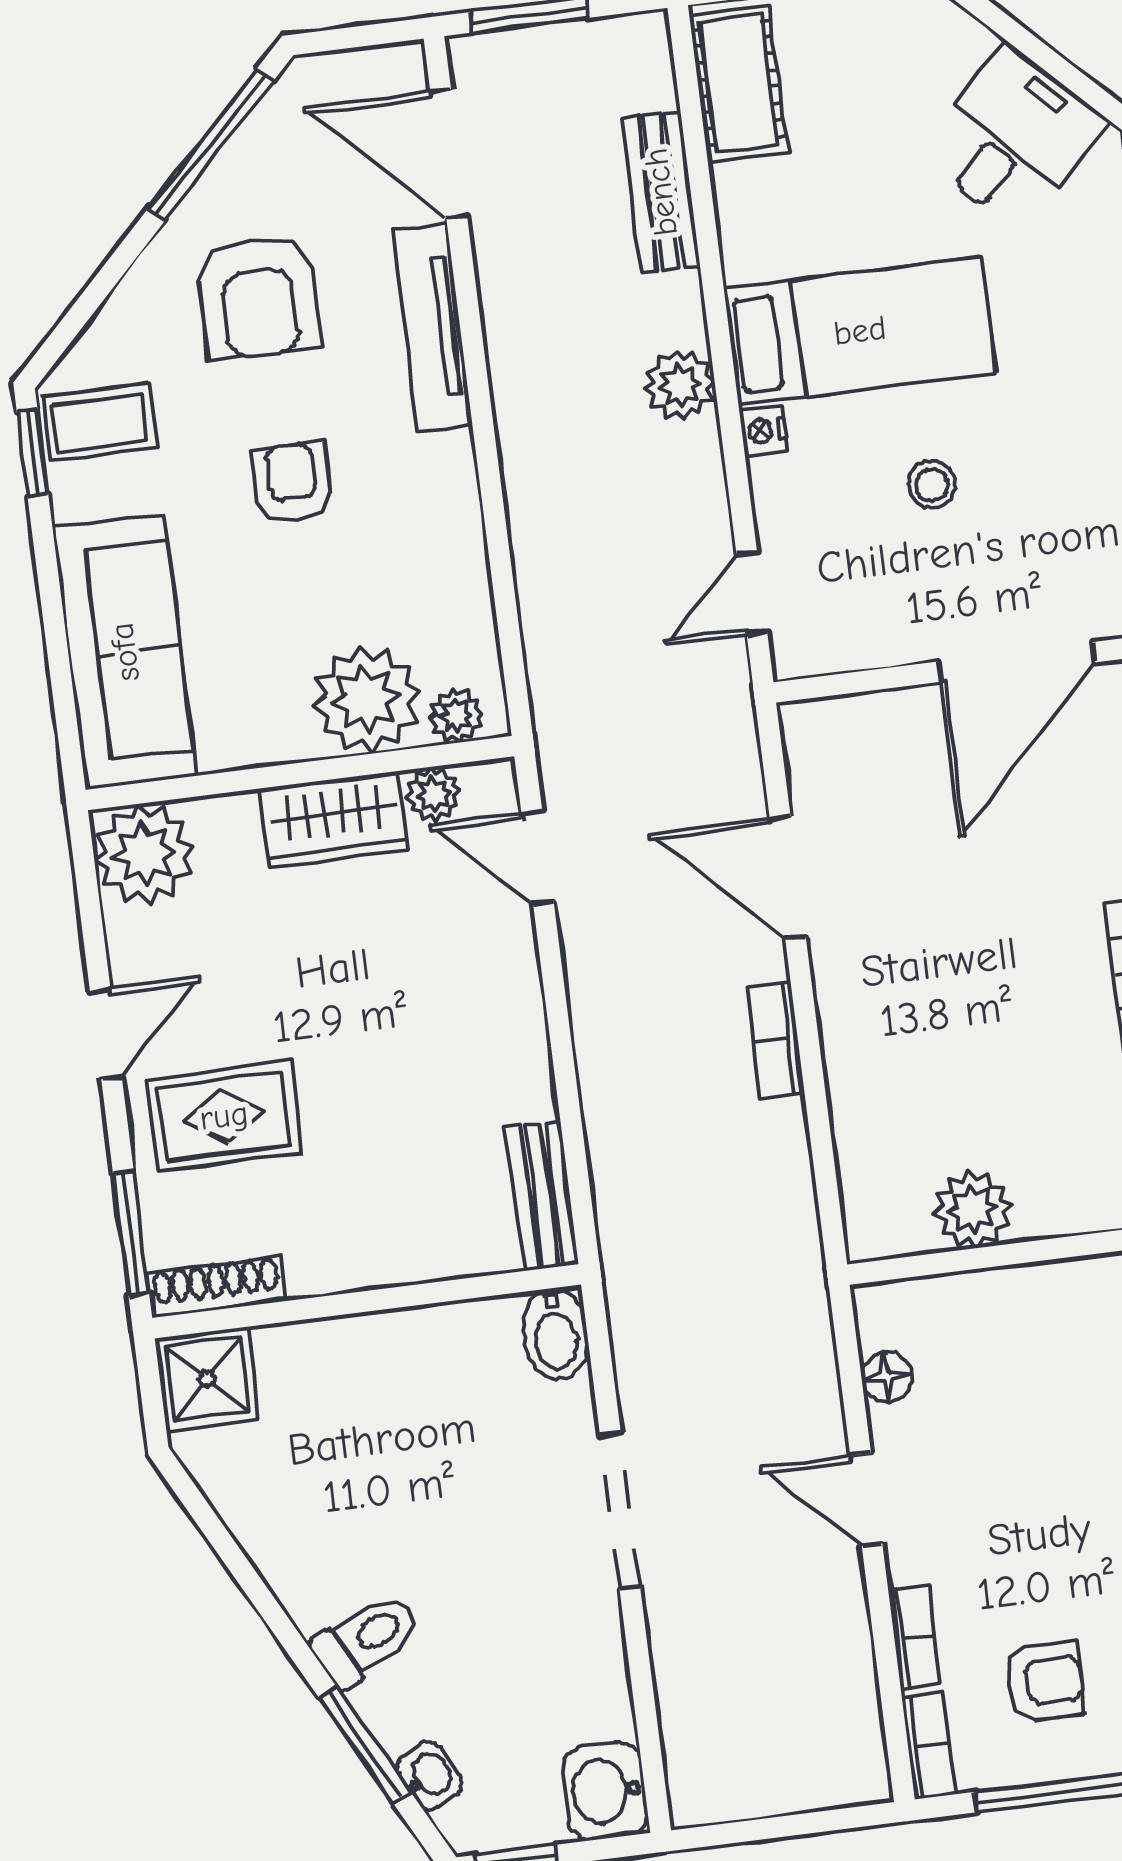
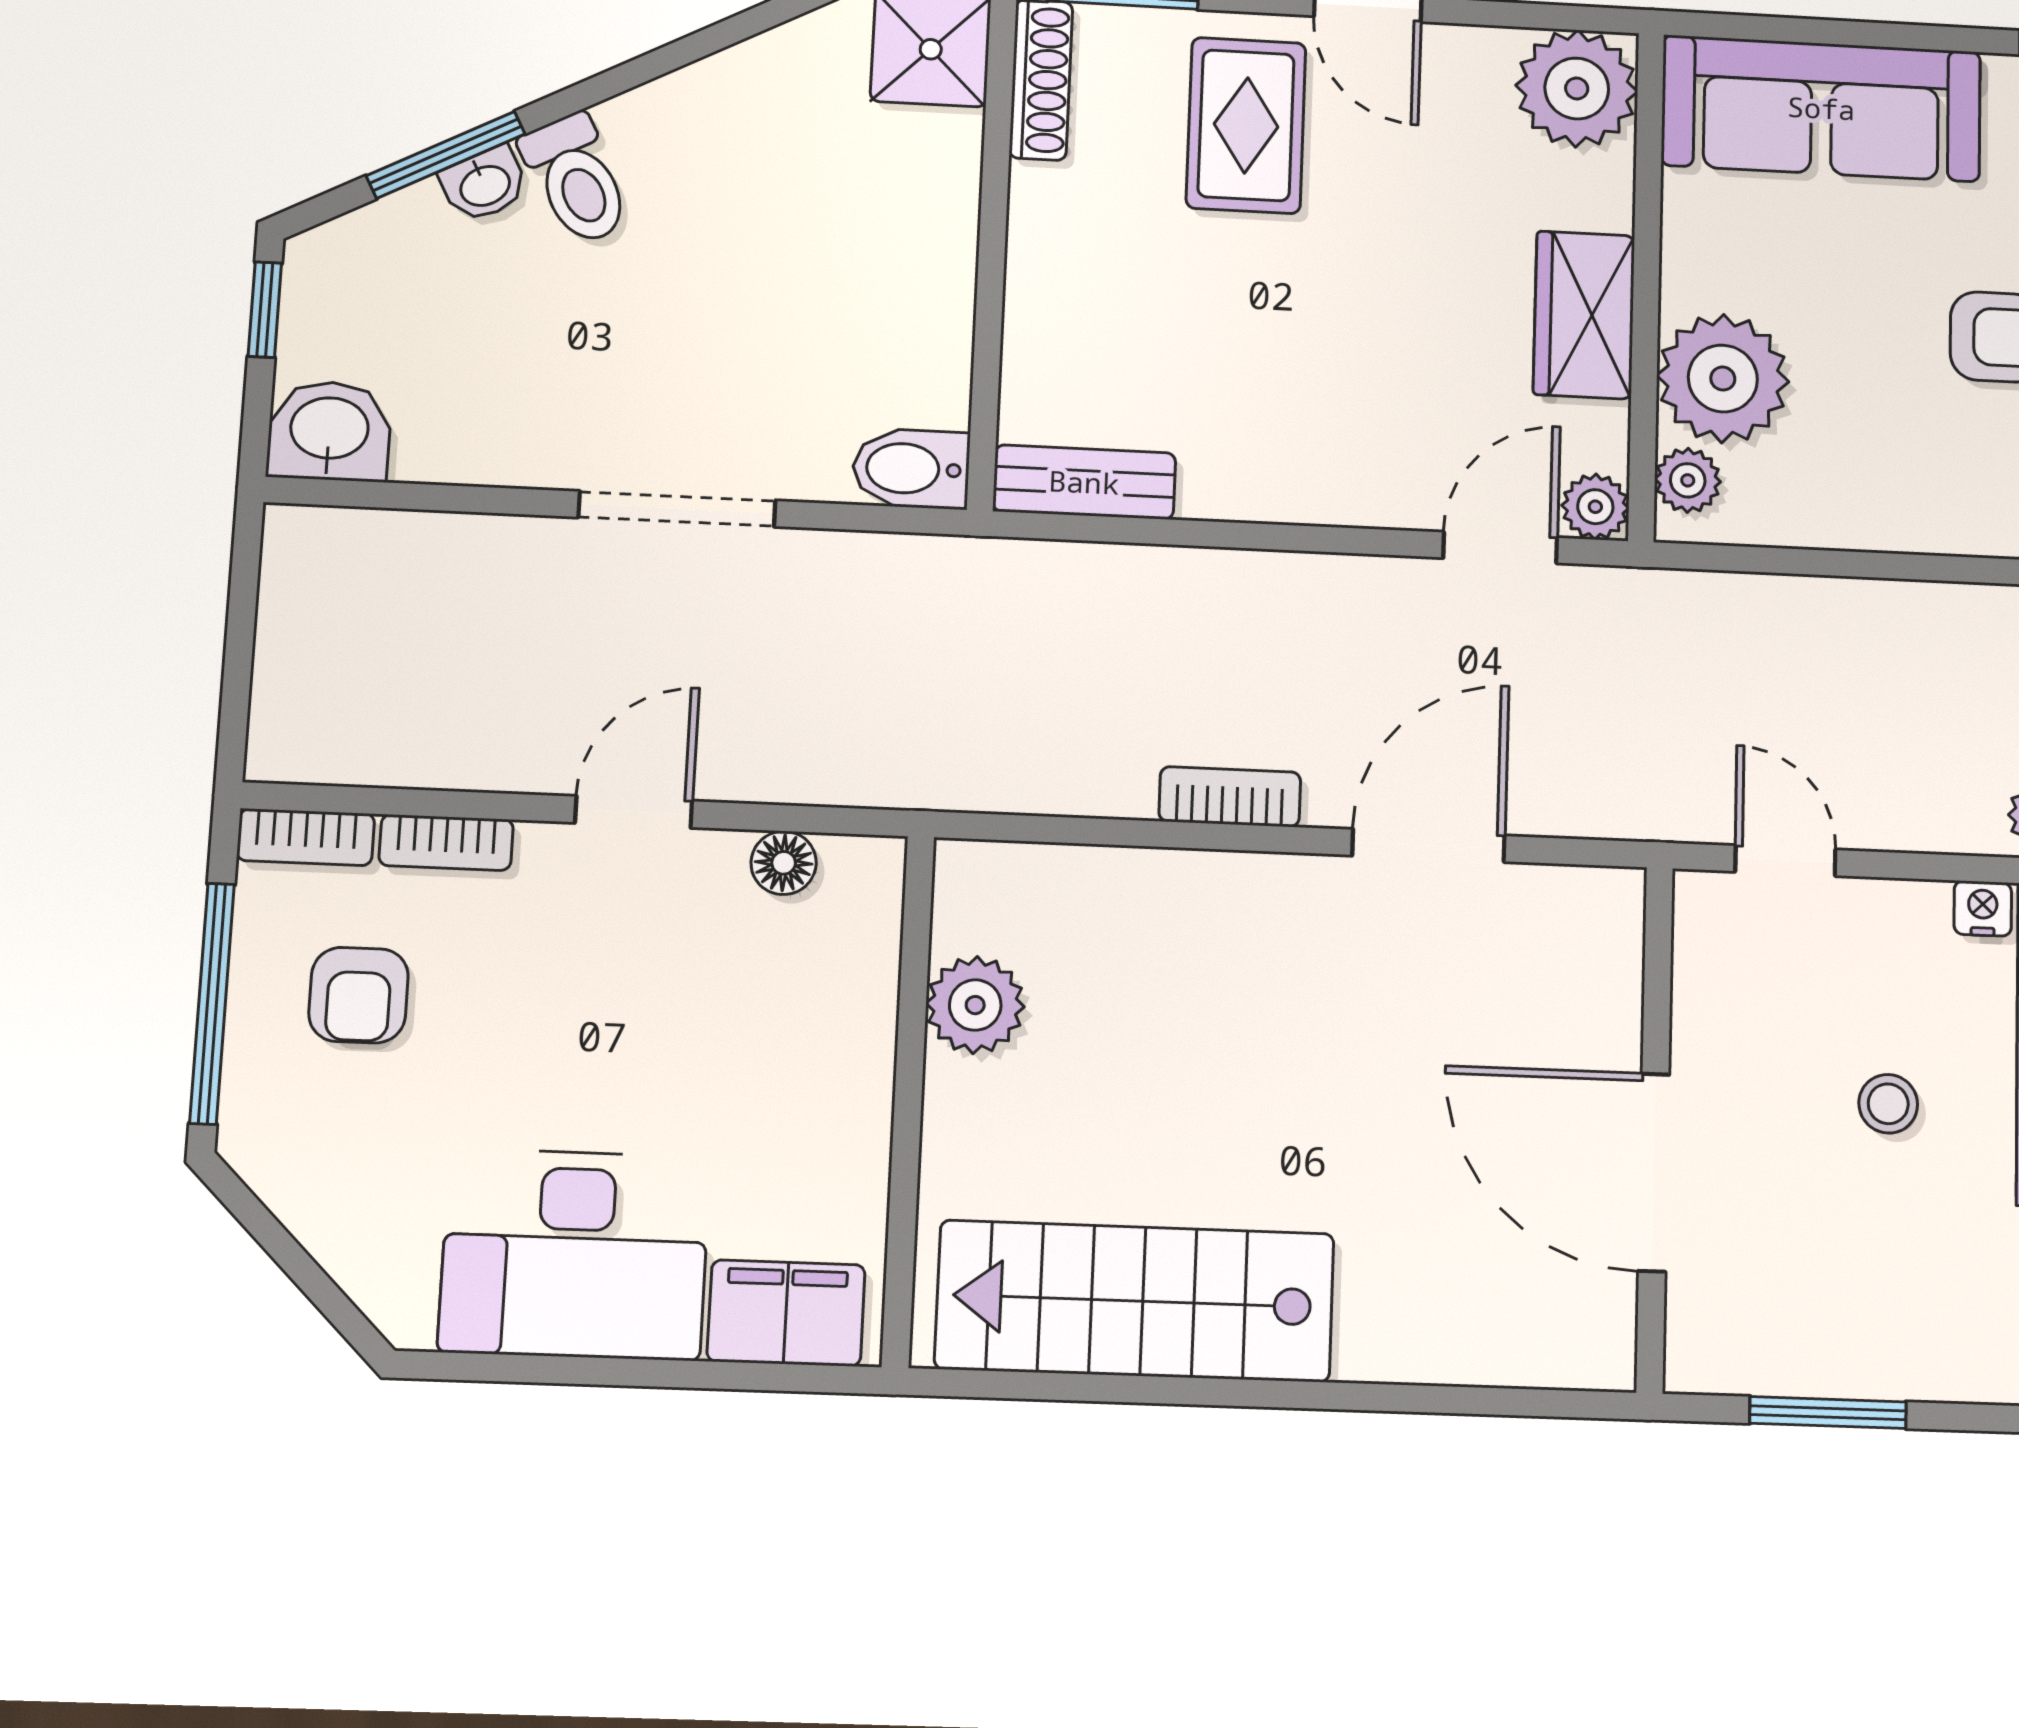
plant: (433, 794) -> (1595, 507), moved
washbasin: (429, 1775) -> (484, 184), moved

